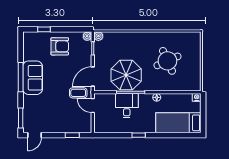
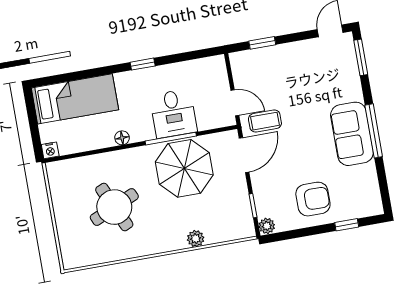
plant: (98, 36) -> (196, 239), moved
armchair: (60, 46) -> (313, 199), turned 180

